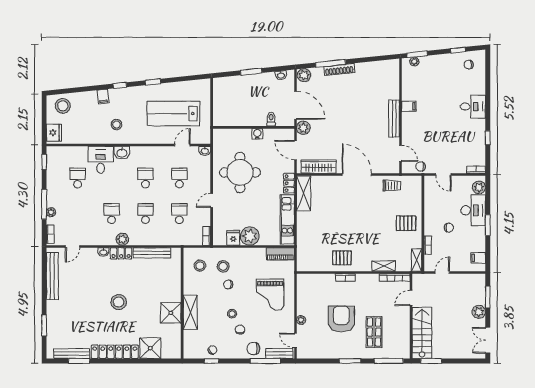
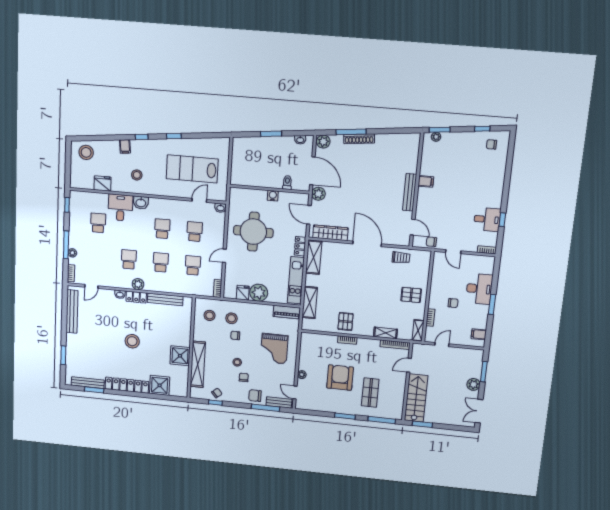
desk: (473, 107) -> (487, 219), moved
fridge: (54, 133) -> (103, 184), moved, turned -90
plant: (479, 187) -> (488, 267), removed
shelving: (303, 241) -> (310, 302), added
pallet: (342, 258) -> (346, 321), turned 90
shelving: (190, 312) -> (198, 364), width x1.47

